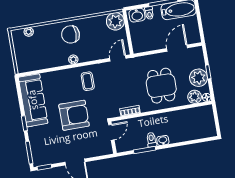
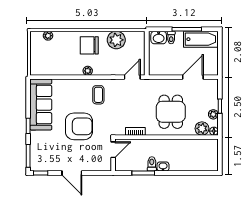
plant: (115, 21) -> (116, 40), moved
plant: (198, 78) -> (213, 114), width x0.53, depth x0.53

